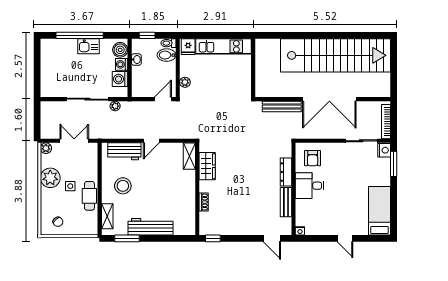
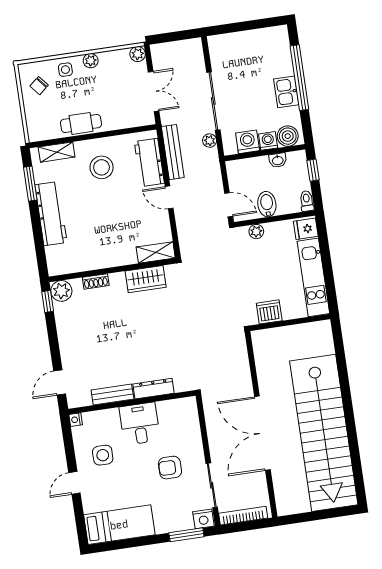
bidet: (166, 55) -> (267, 204), moved
dishwasher: (244, 82) -> (269, 312), added
bench: (282, 107) -> (173, 152), moved
armchair: (313, 158) -> (170, 468), moved
plant: (50, 178) -> (91, 61), width x0.53, depth x0.53
side table: (70, 186) -> (65, 70), moved
side table: (328, 215) -> (103, 455), added
plant: (207, 227) -> (61, 291), added

